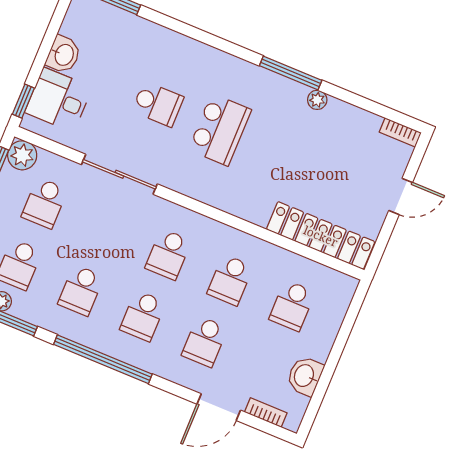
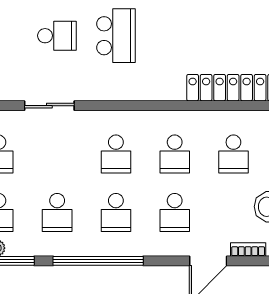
sliding door: (119, 174) -> (49, 106), width x0.73

